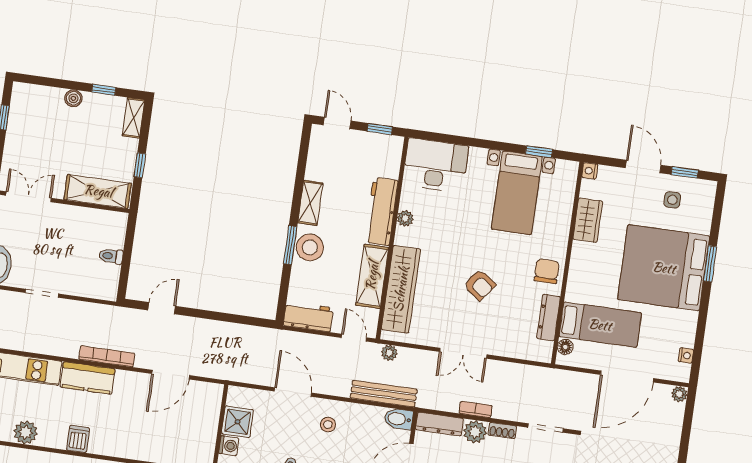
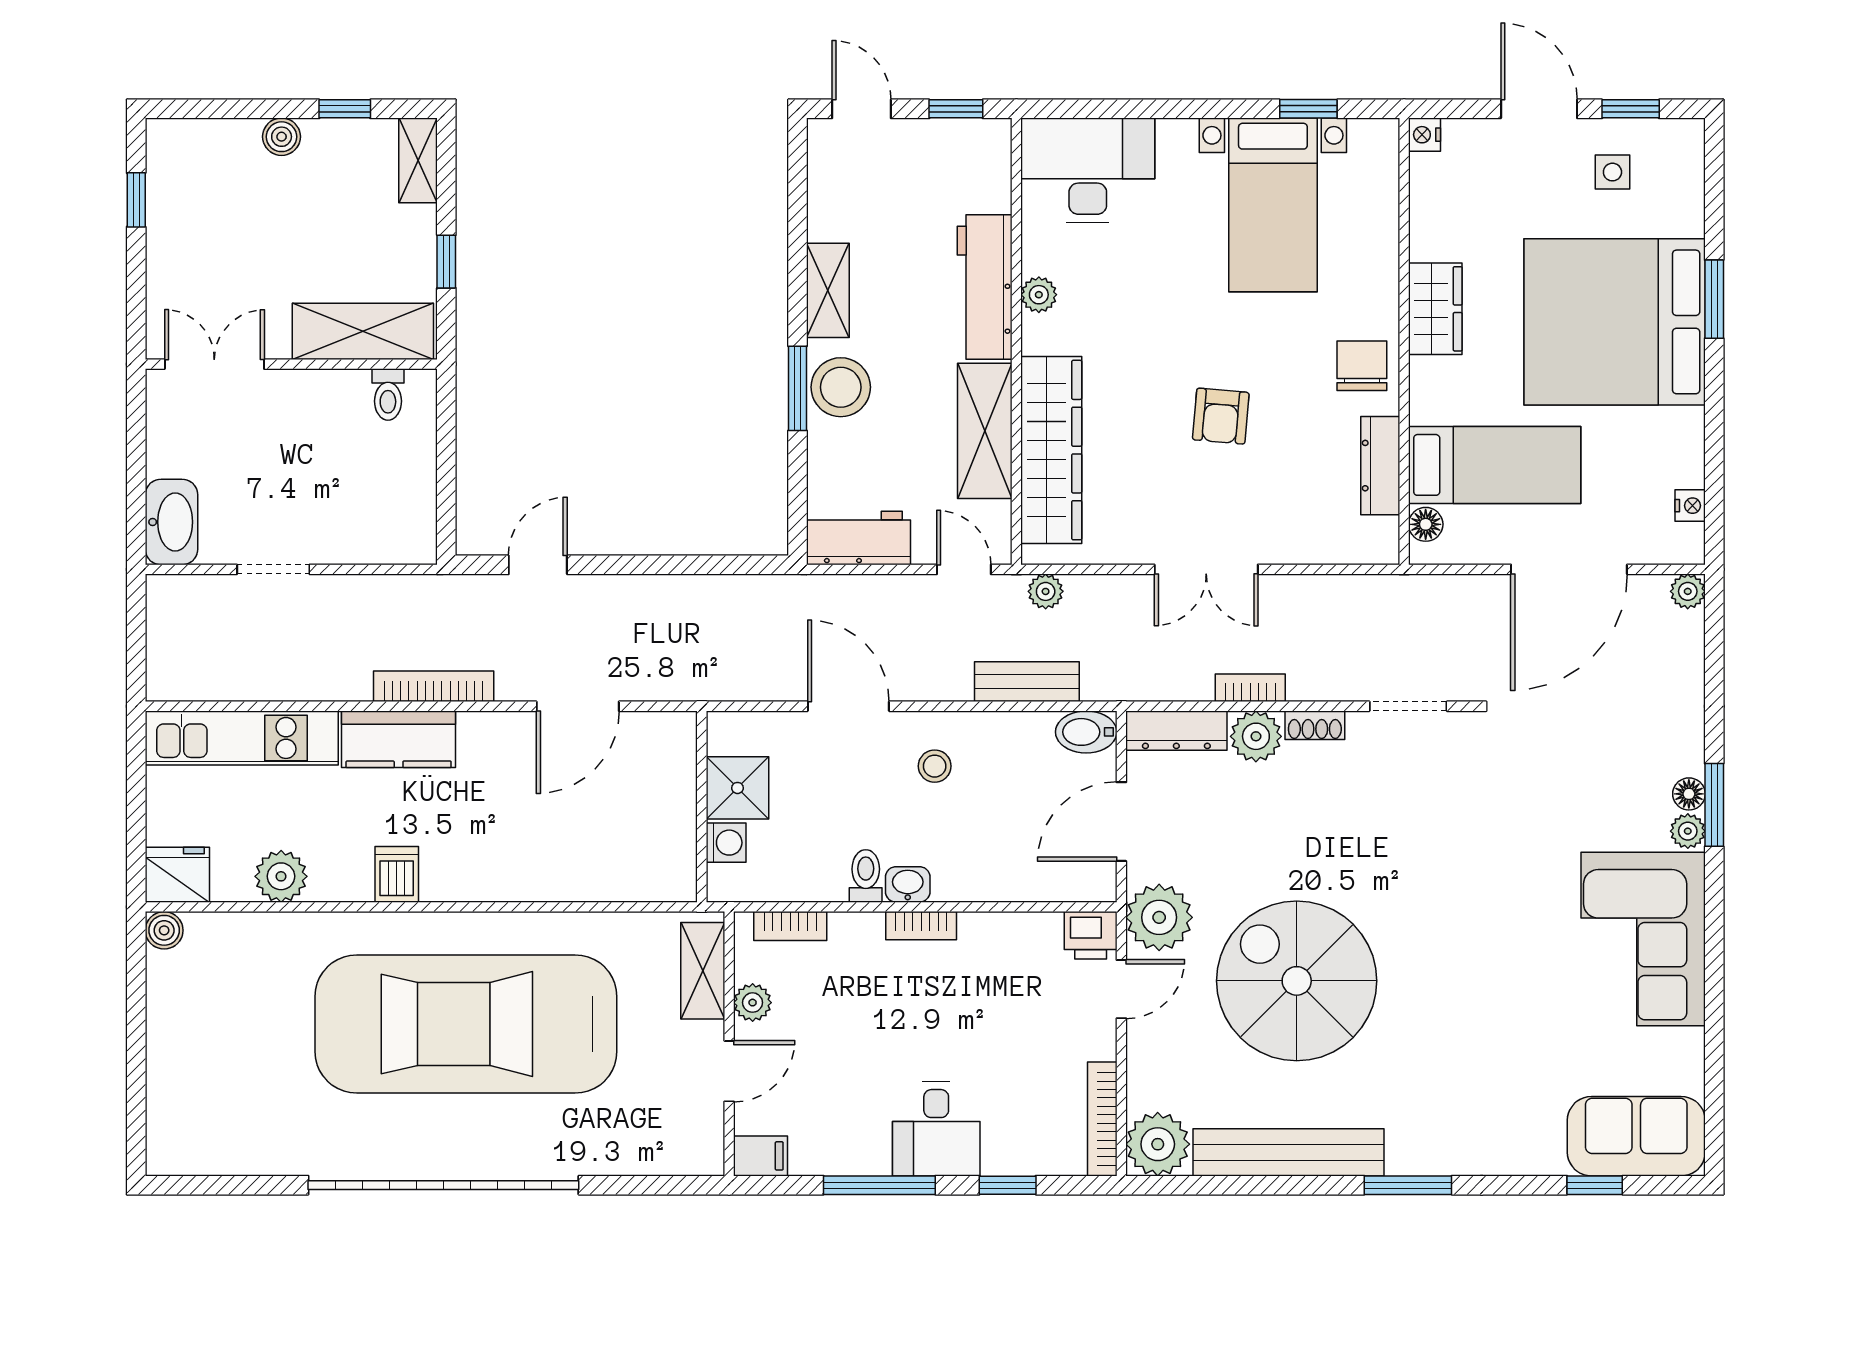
wardrobe: (588, 220) -> (1435, 309), moved
toilet: (111, 256) -> (388, 395), moved, turned -90
armchair: (480, 285) -> (1221, 416), turned 58
bench: (384, 394) -> (1027, 682), width x0.73

